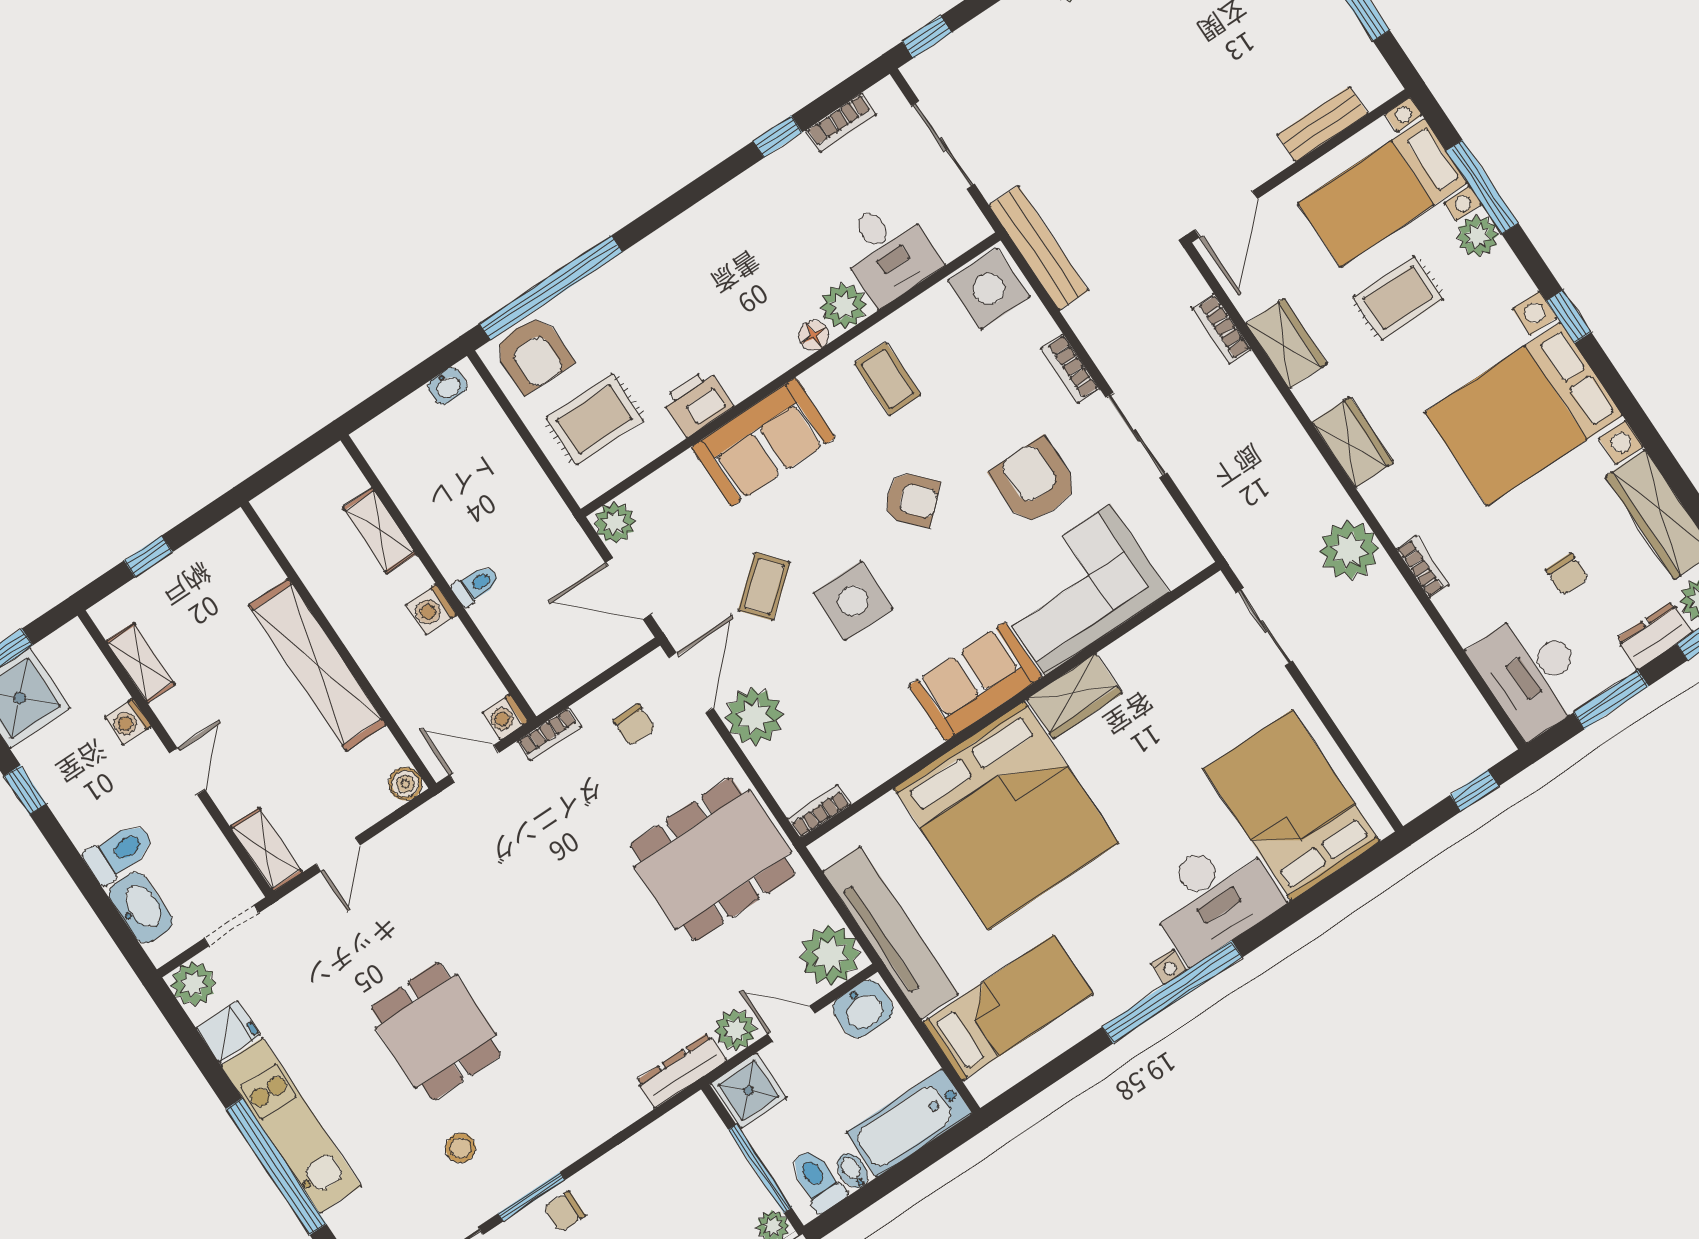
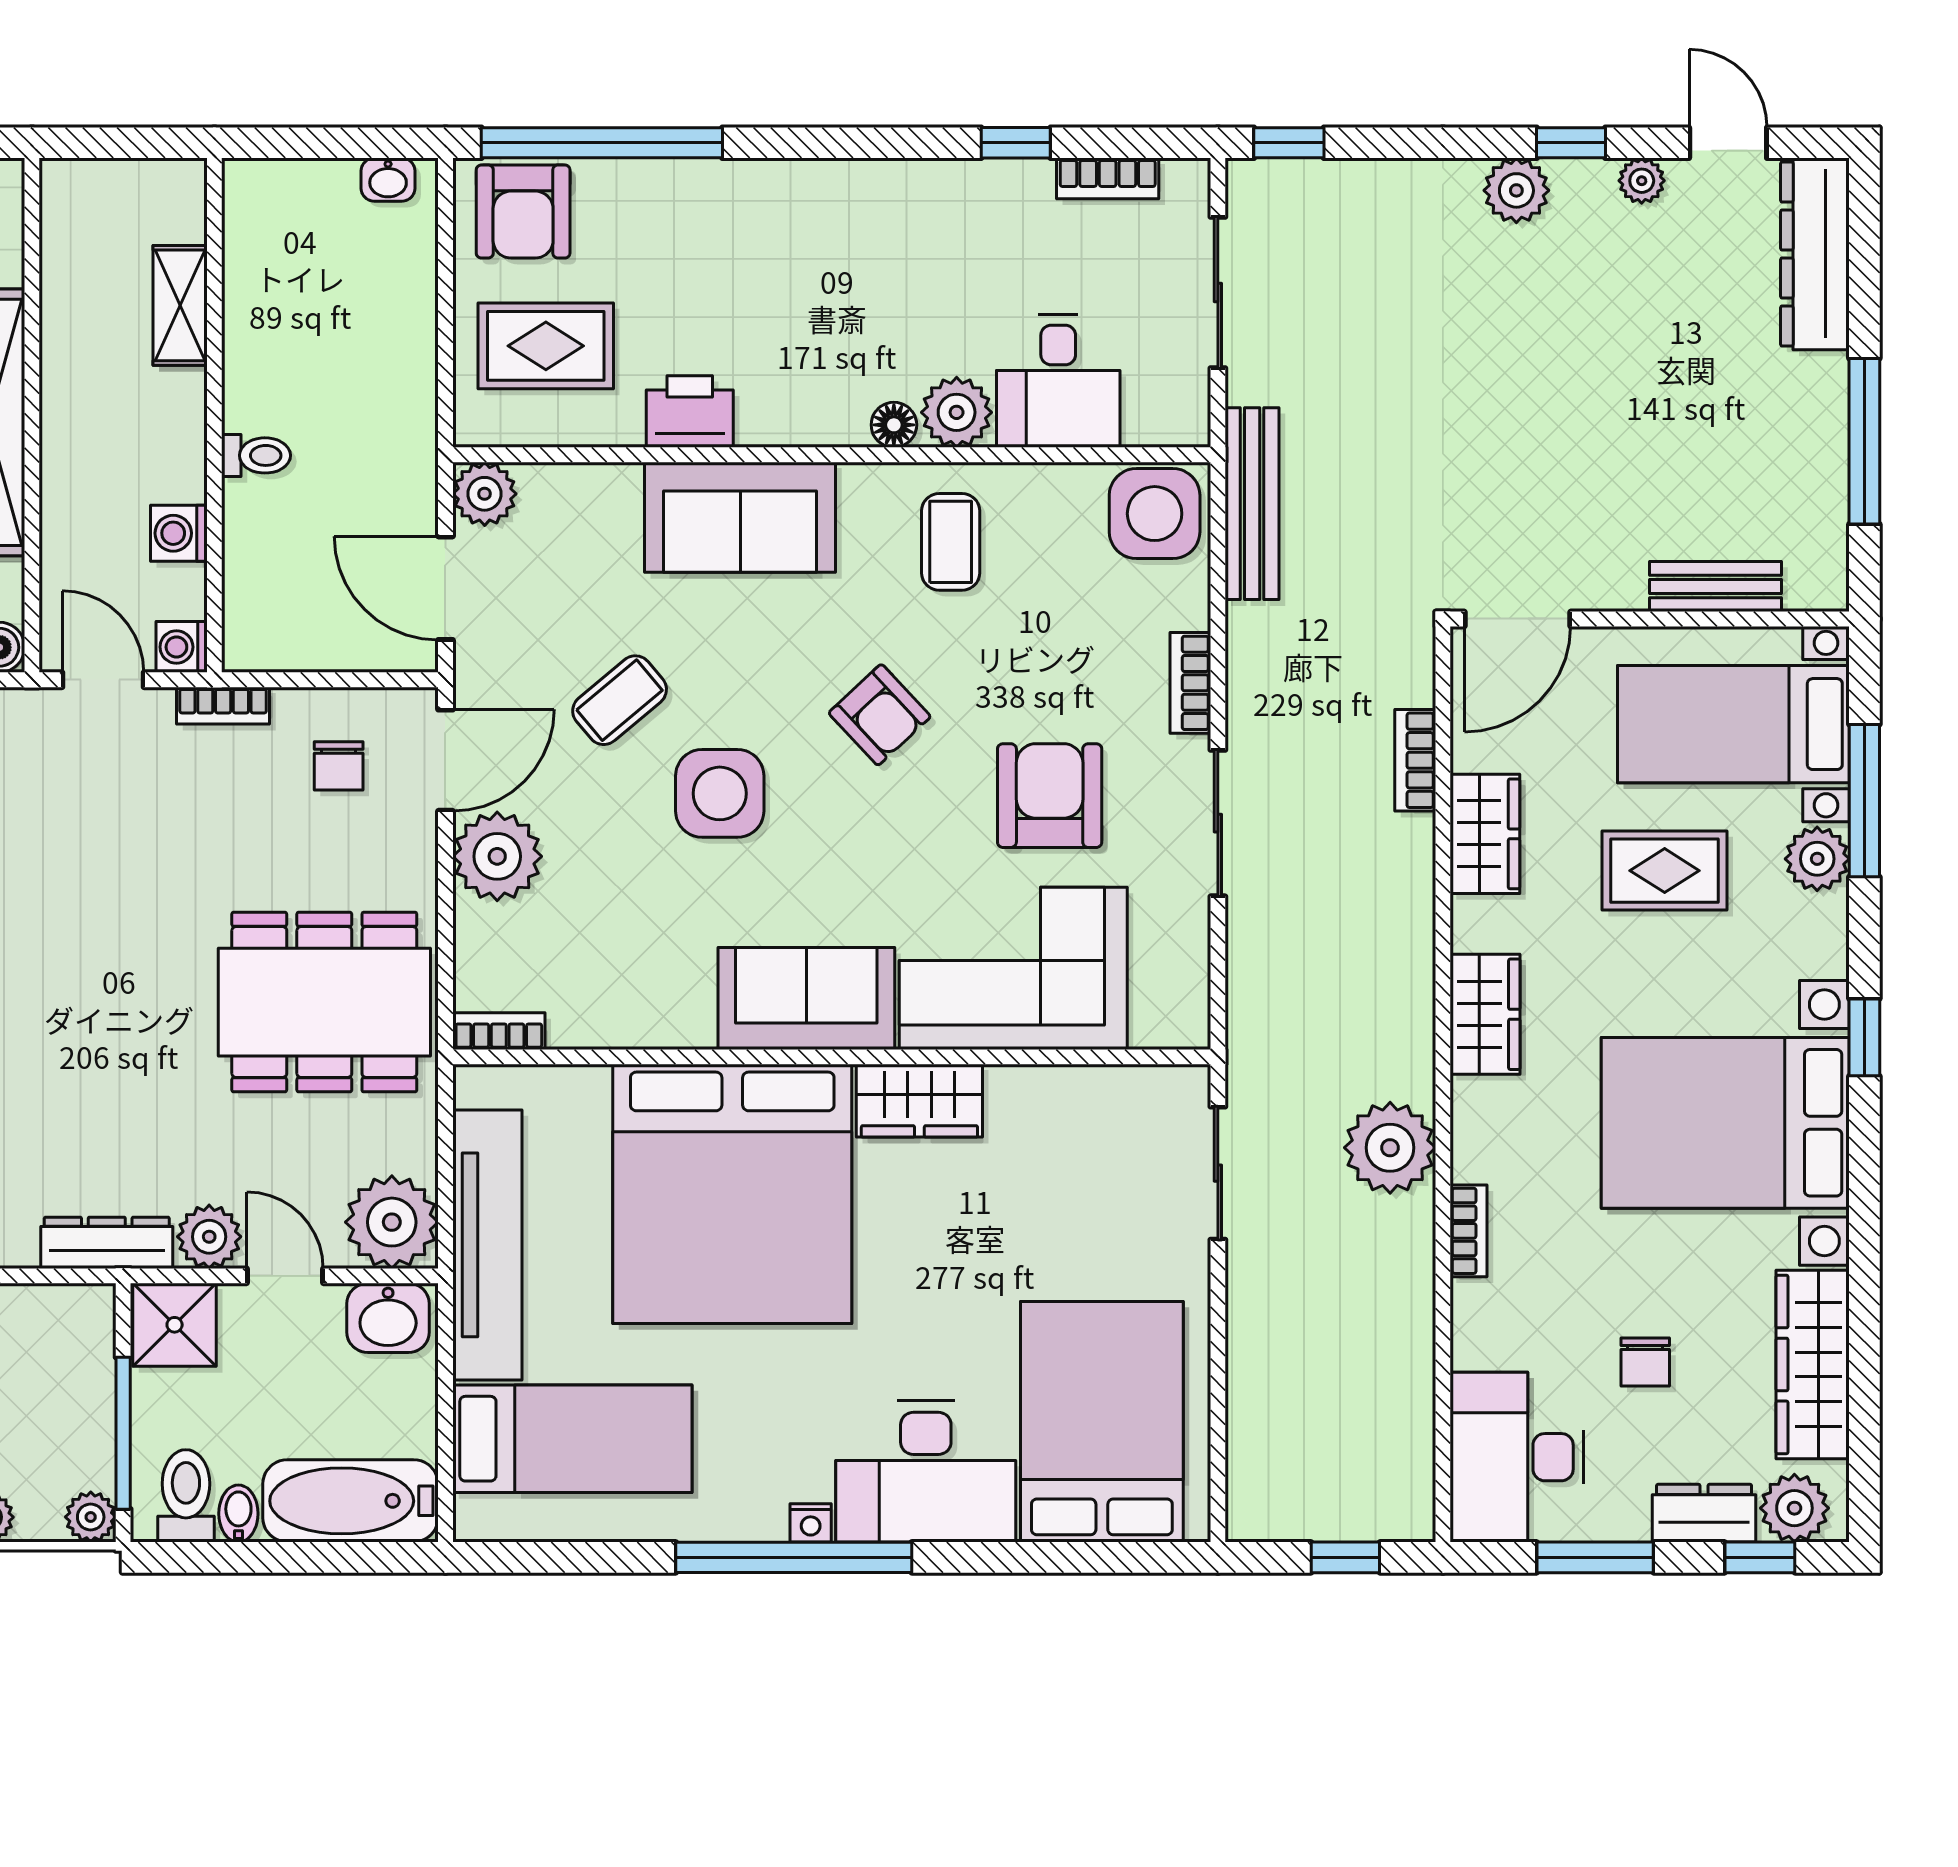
washing machine: (431, 610) -> (179, 533), moved

